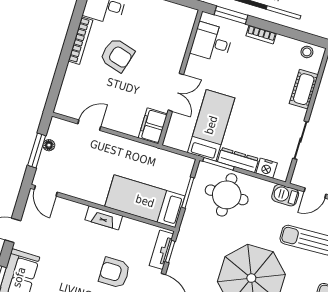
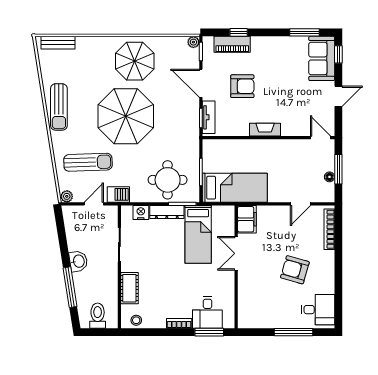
bookcase: (80, 41) -> (329, 229), moved
desk: (212, 42) -> (207, 312), moved, turned 90
bed: (145, 201) -> (235, 188), moved

